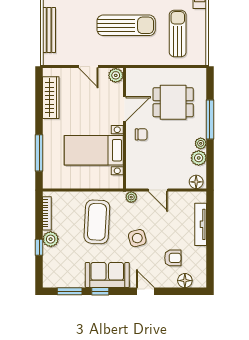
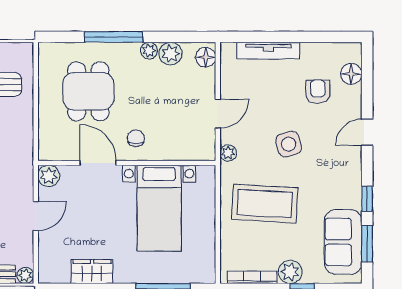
plant: (48, 59) -> (25, 275), added
wardrobe: (51, 98) -> (92, 272), width x0.67
sofa: (107, 275) -> (343, 242), moved

